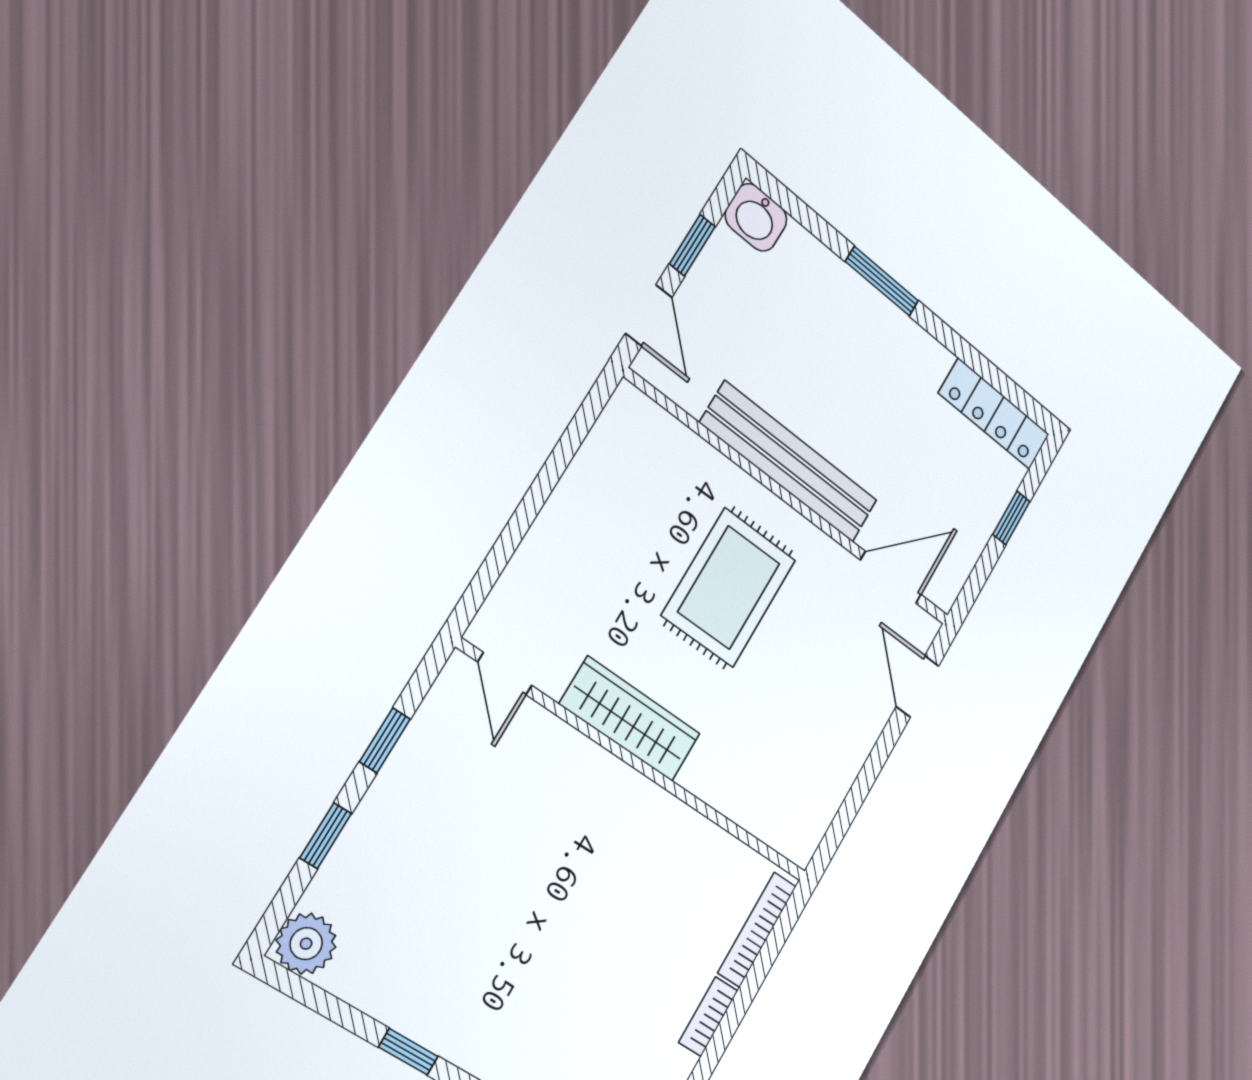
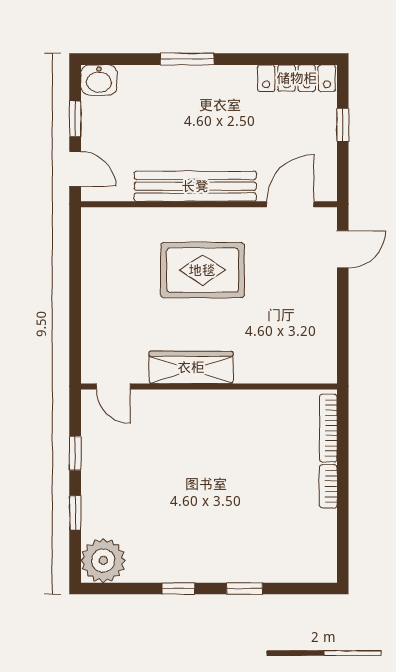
rug: (729, 588) -> (202, 270), turned 90
door: (918, 686) -> (343, 249), swing flipped
plant: (306, 944) -> (103, 560), width x1.36, depth x1.36

